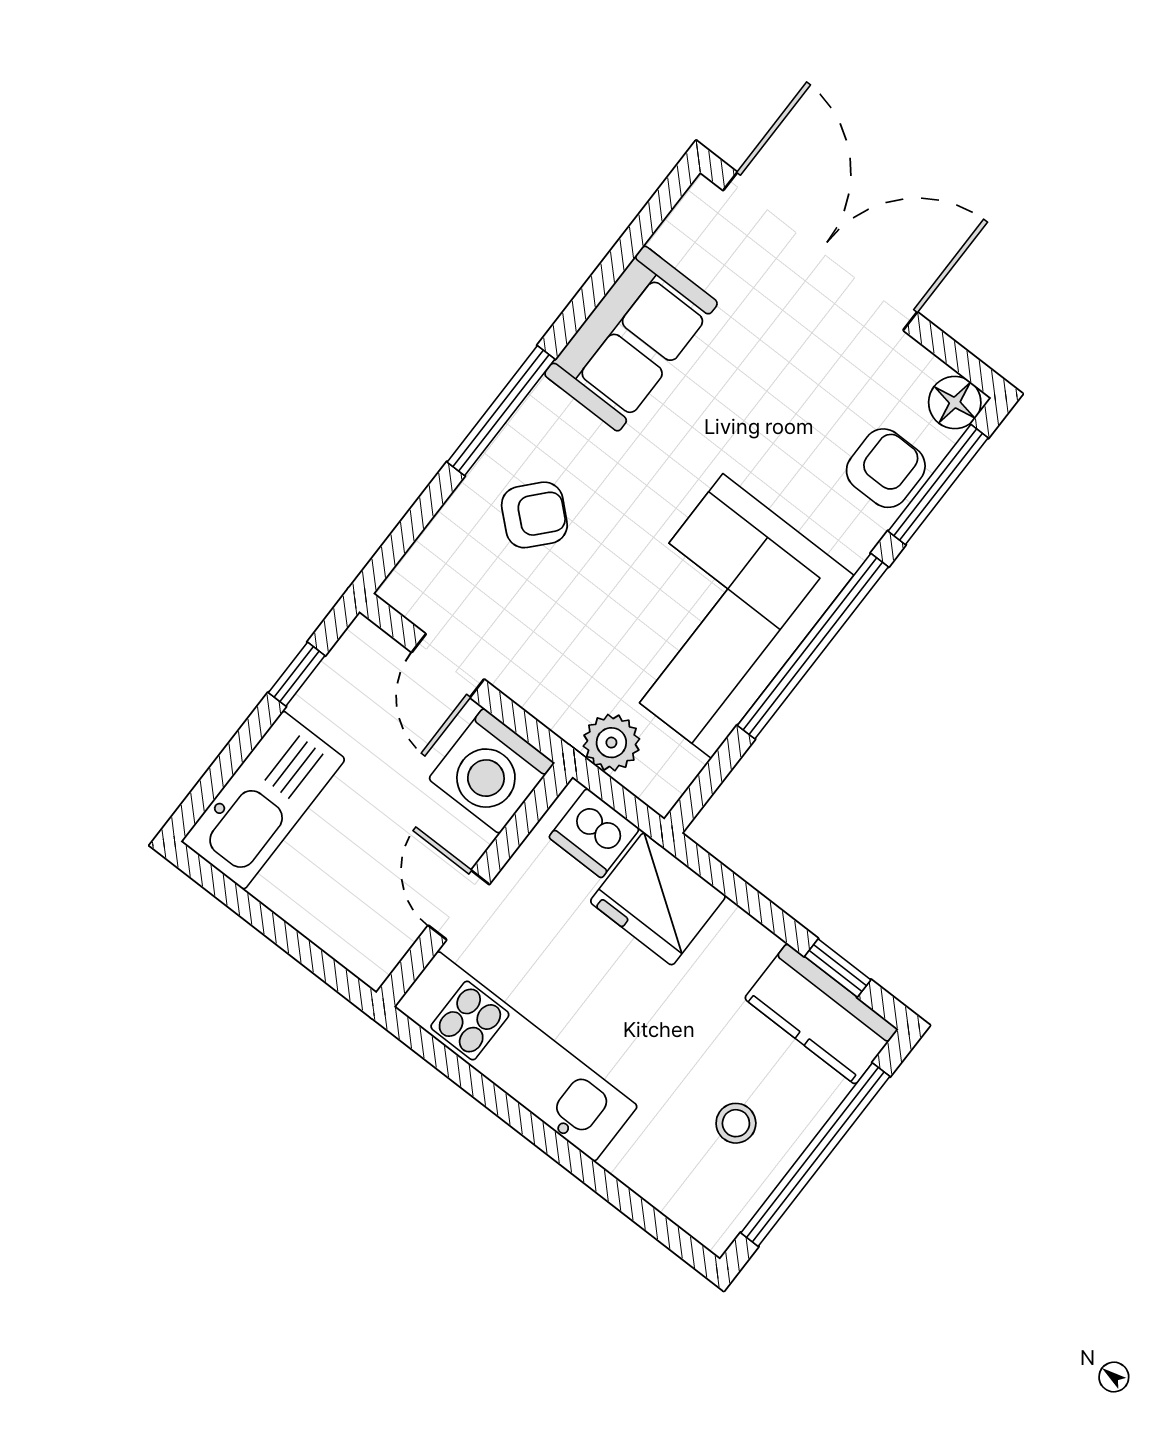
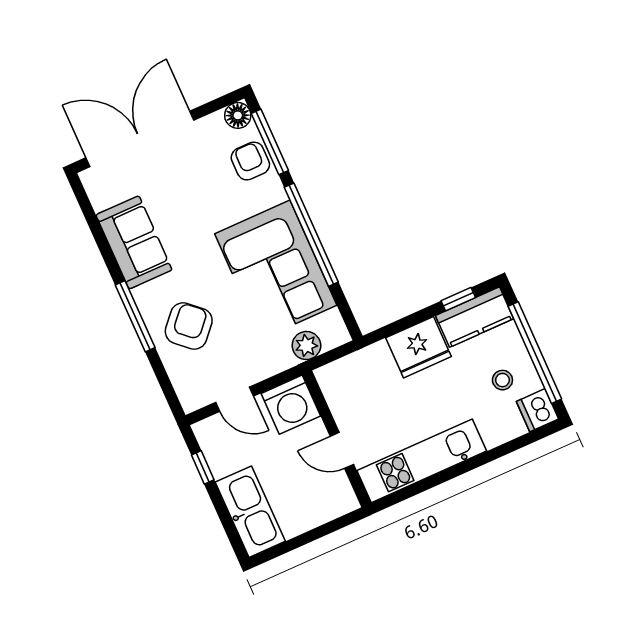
armchair: (534, 515) -> (189, 326), width x1.38, depth x1.38
dishwasher: (594, 833) -> (537, 410), moved, turned 90
fridge: (658, 899) -> (418, 347), moved

